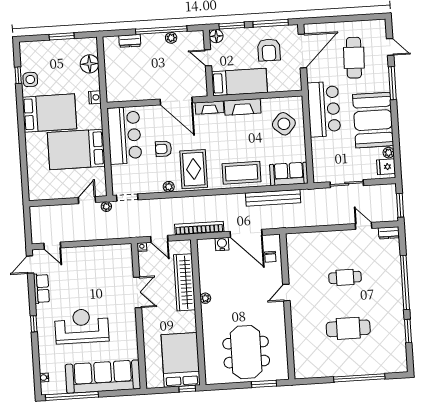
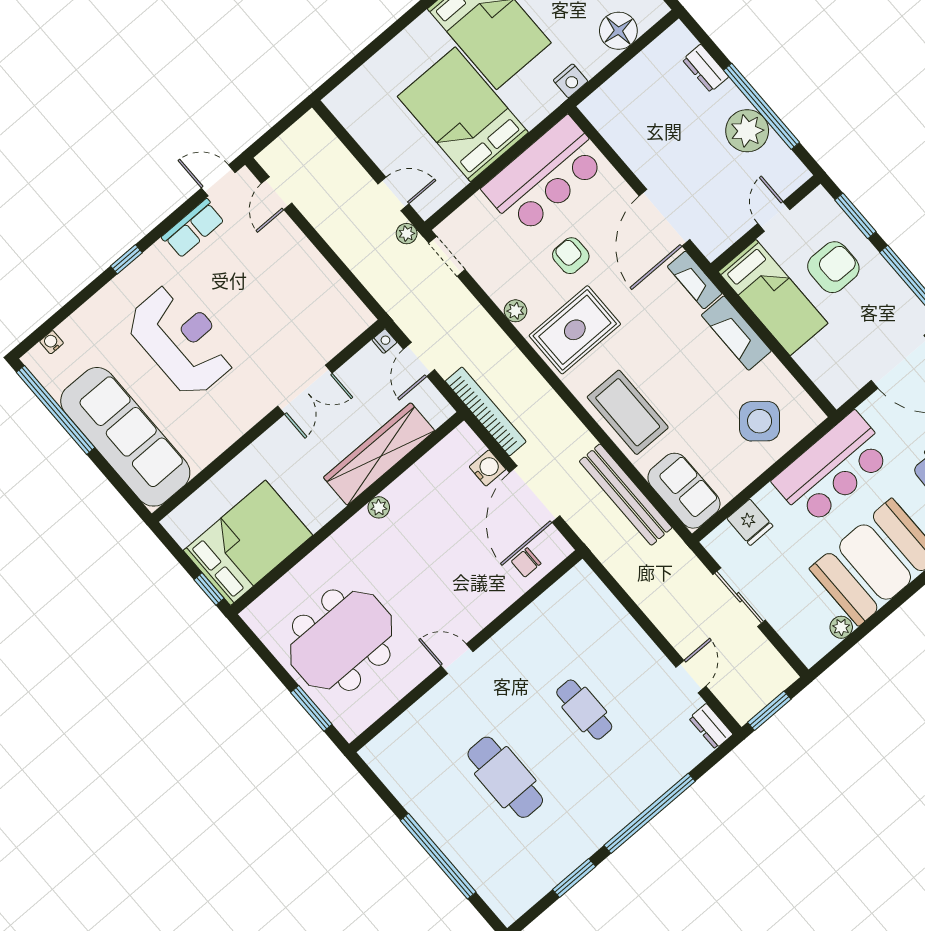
floor lamp: (216, 36) -> (819, 203), removed
plant: (171, 38) -> (747, 131), width x1.87, depth x1.87
armchair: (269, 50) -> (833, 267), moved, turned 180
fridge: (386, 167) -> (750, 522), moved, turned 180
door: (286, 293) -> (457, 659), moved

